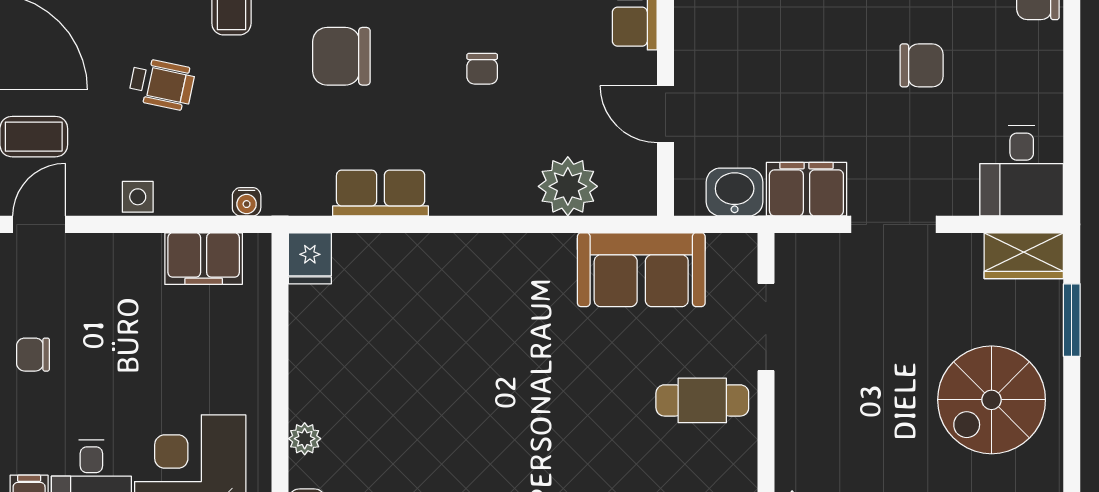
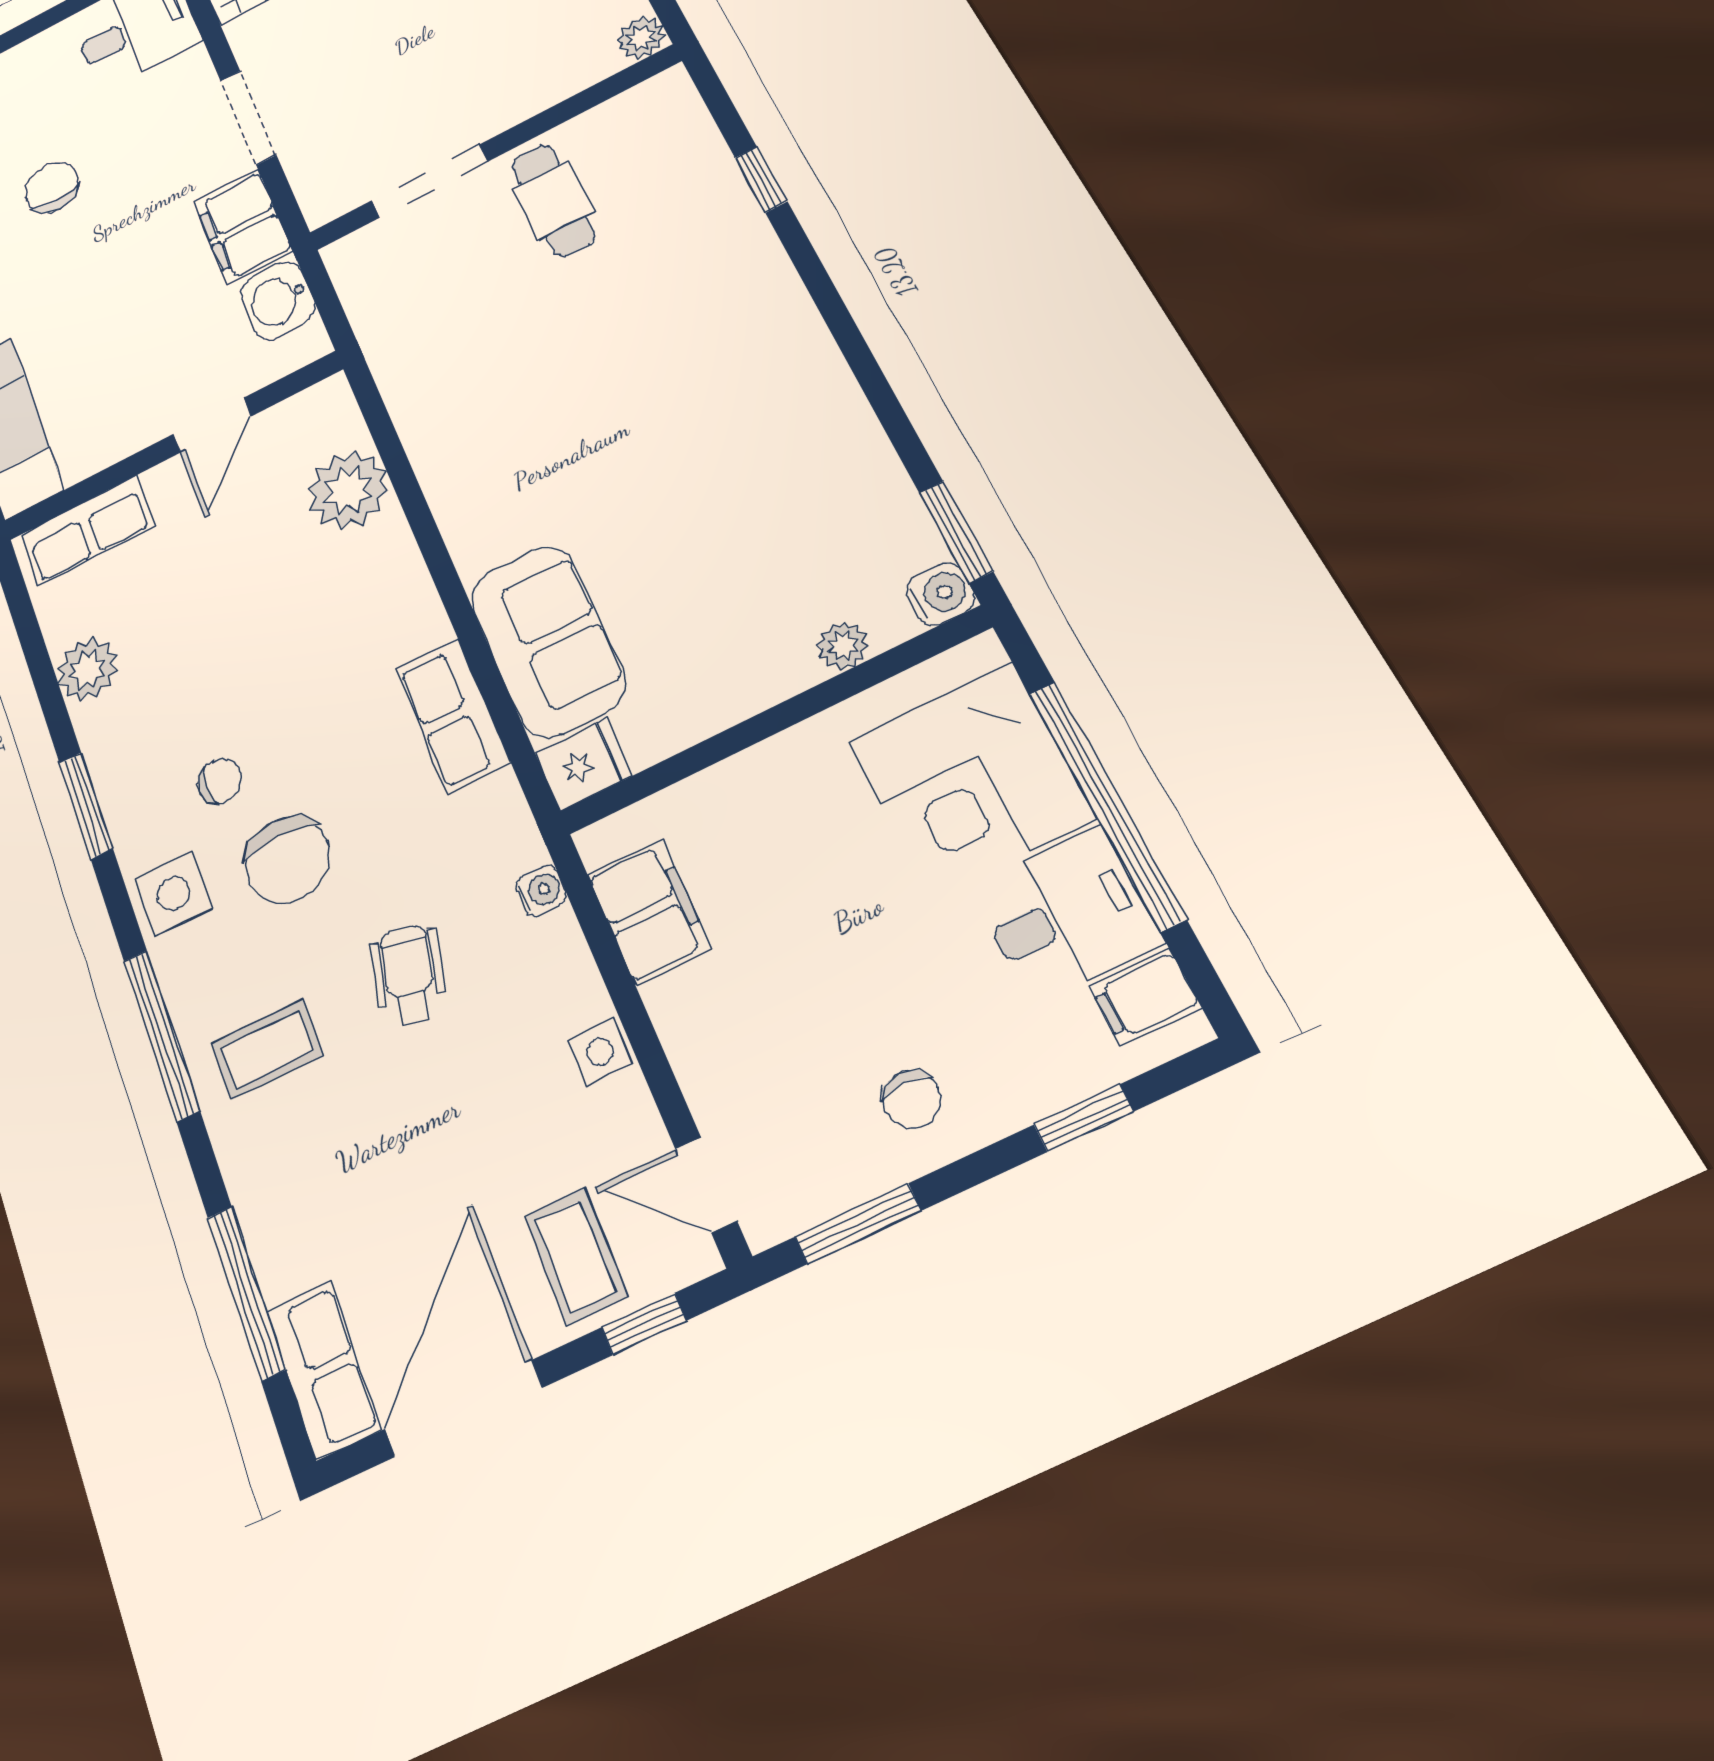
chair: (482, 69) -> (220, 781), moved
wheelchair: (162, 84) -> (409, 975), moved
sofa: (641, 270) -> (548, 641), moved

